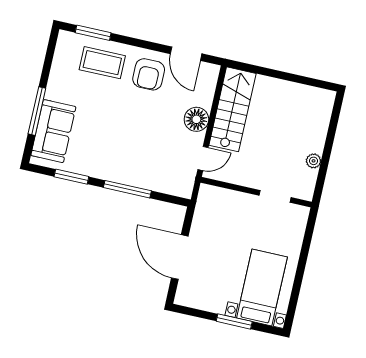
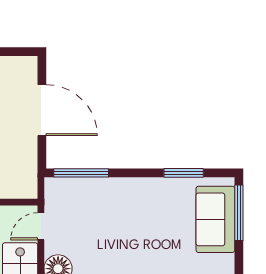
window: (37, 111) -> (239, 213), moved
window: (127, 189) -> (81, 173), moved

